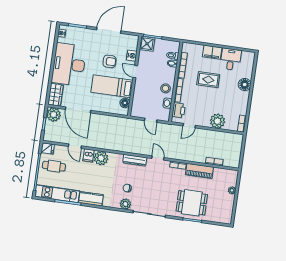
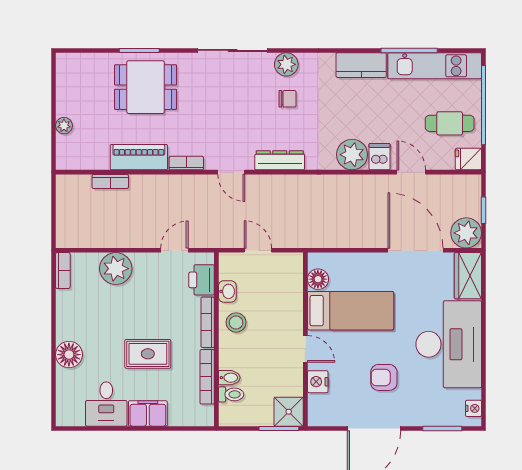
armchair: (109, 61) -> (384, 377), moved

